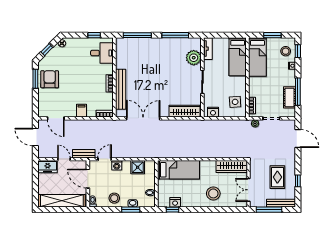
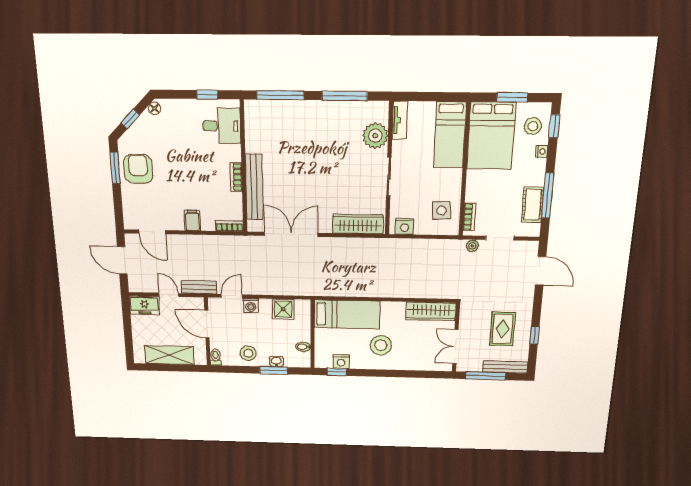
bed: (257, 57) -> (491, 136), width x1.50
stool: (213, 193) -> (381, 345), moved
shelving: (62, 201) -> (169, 355), width x0.68

